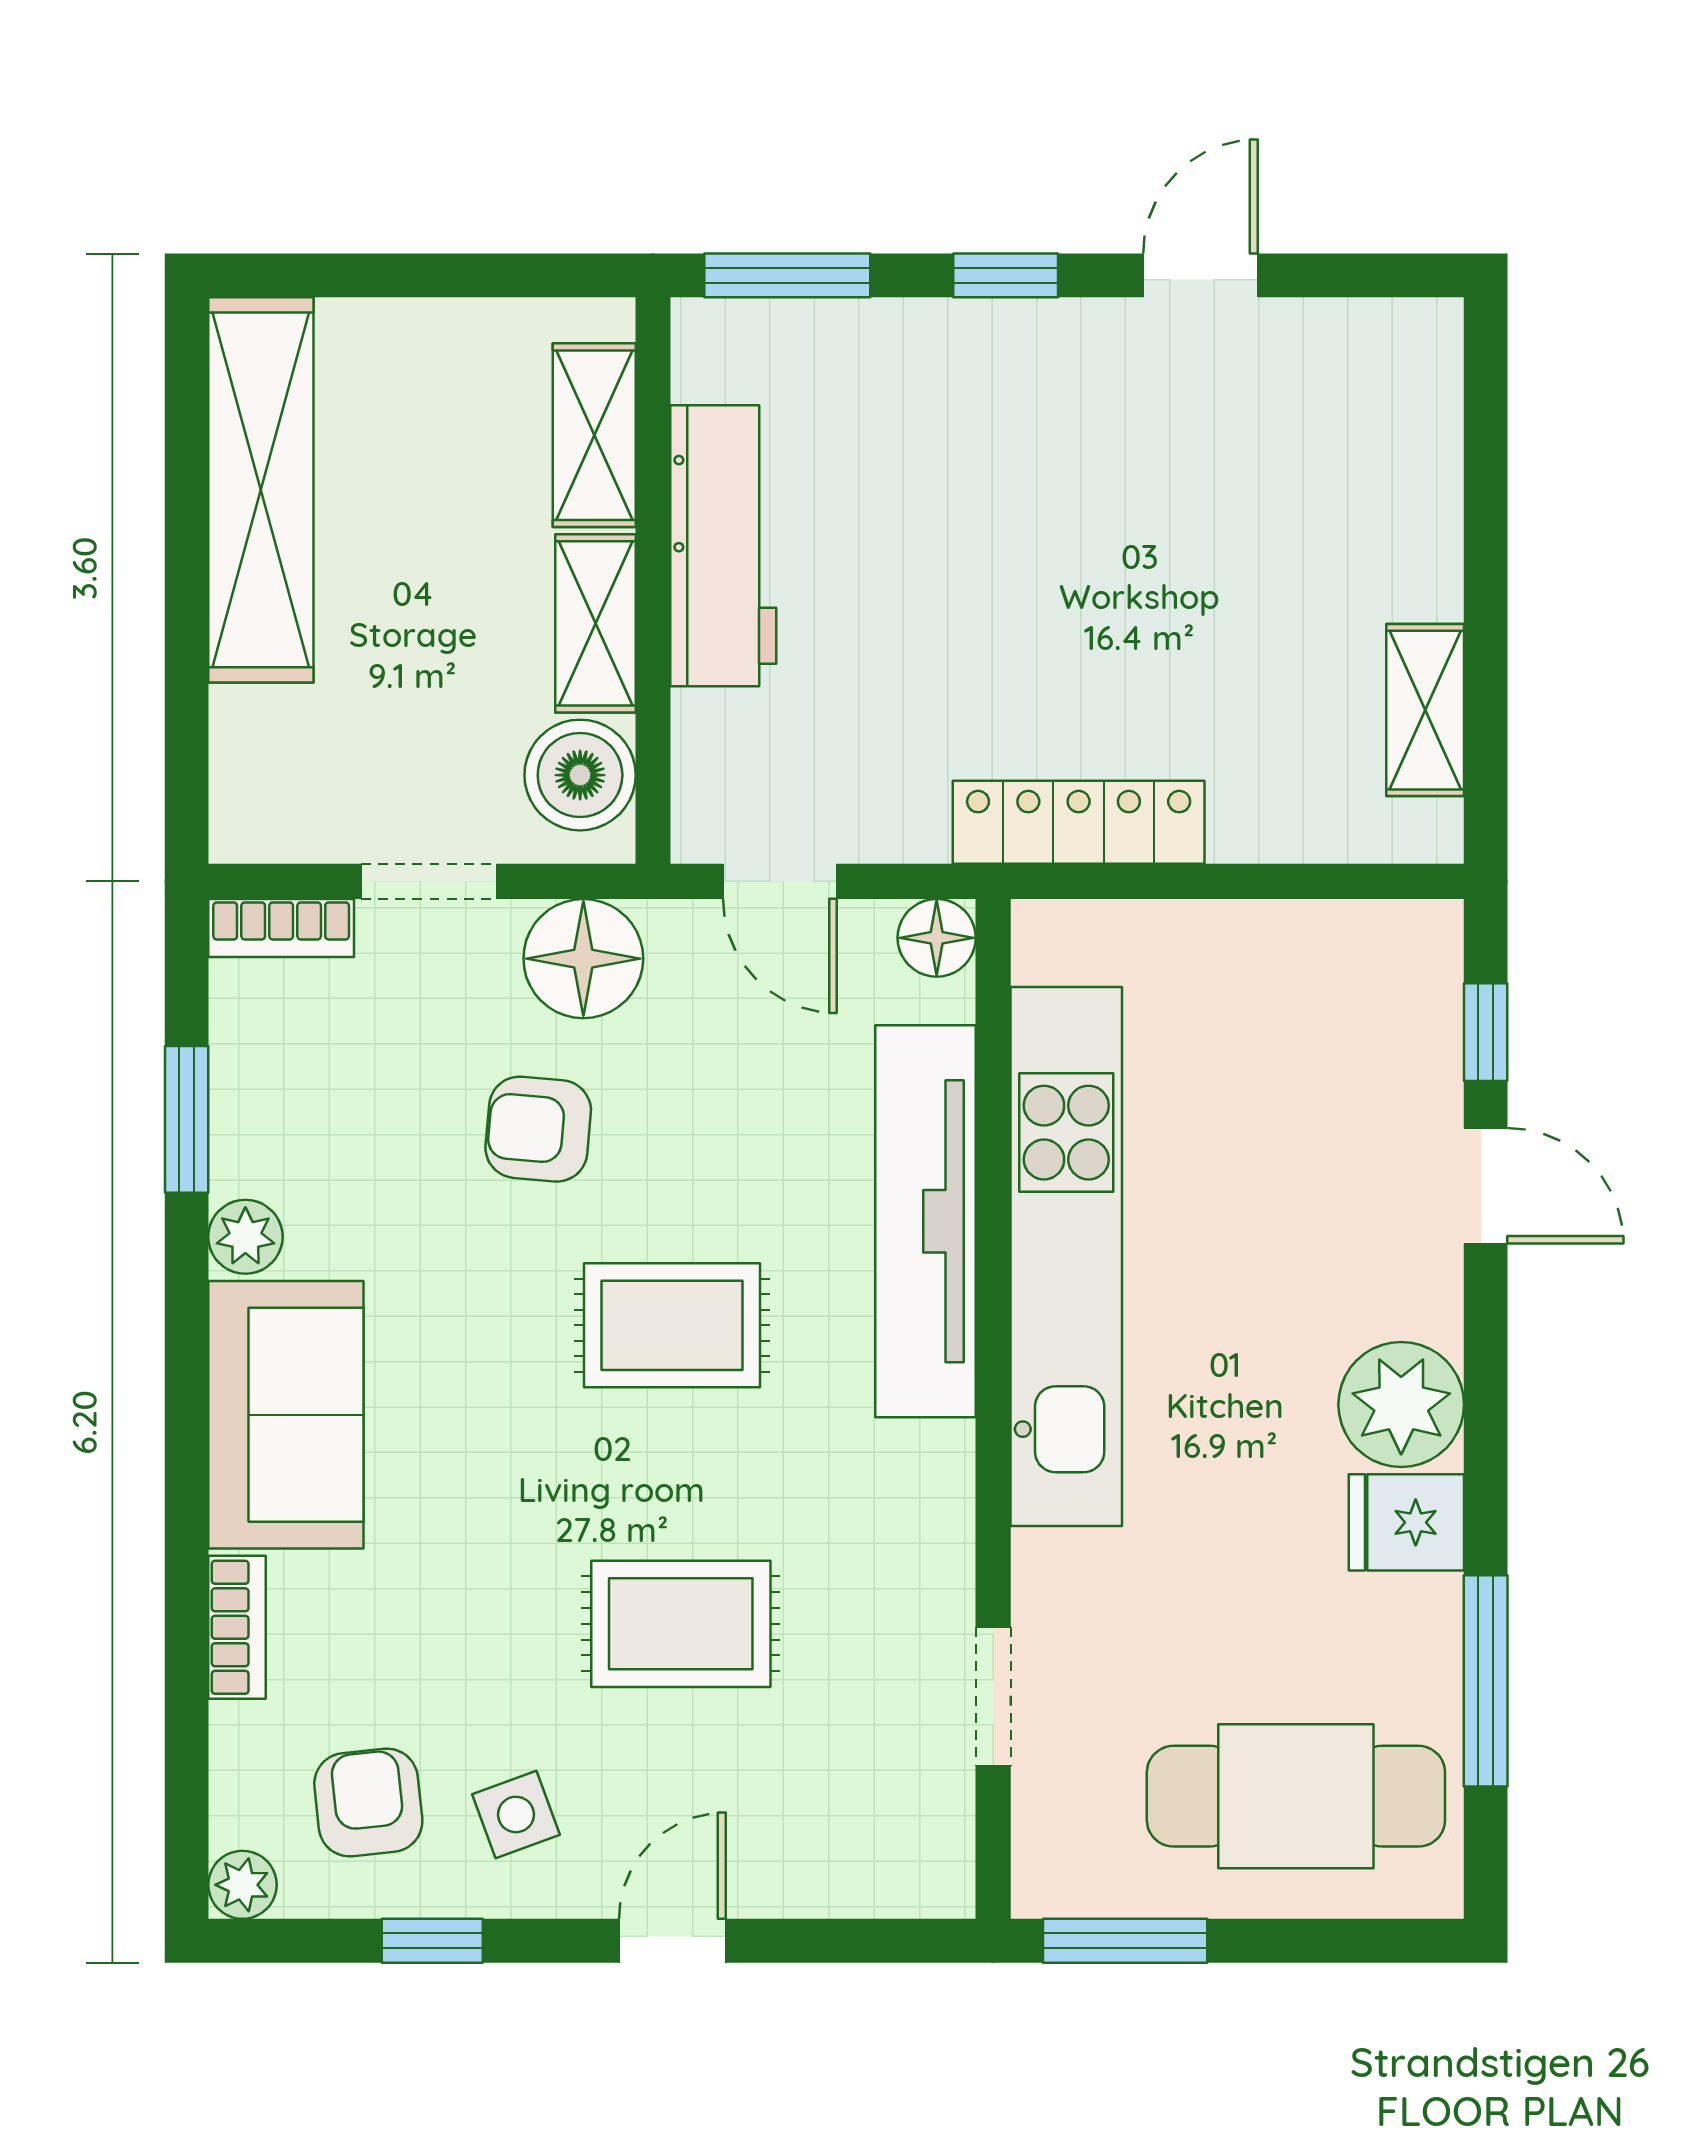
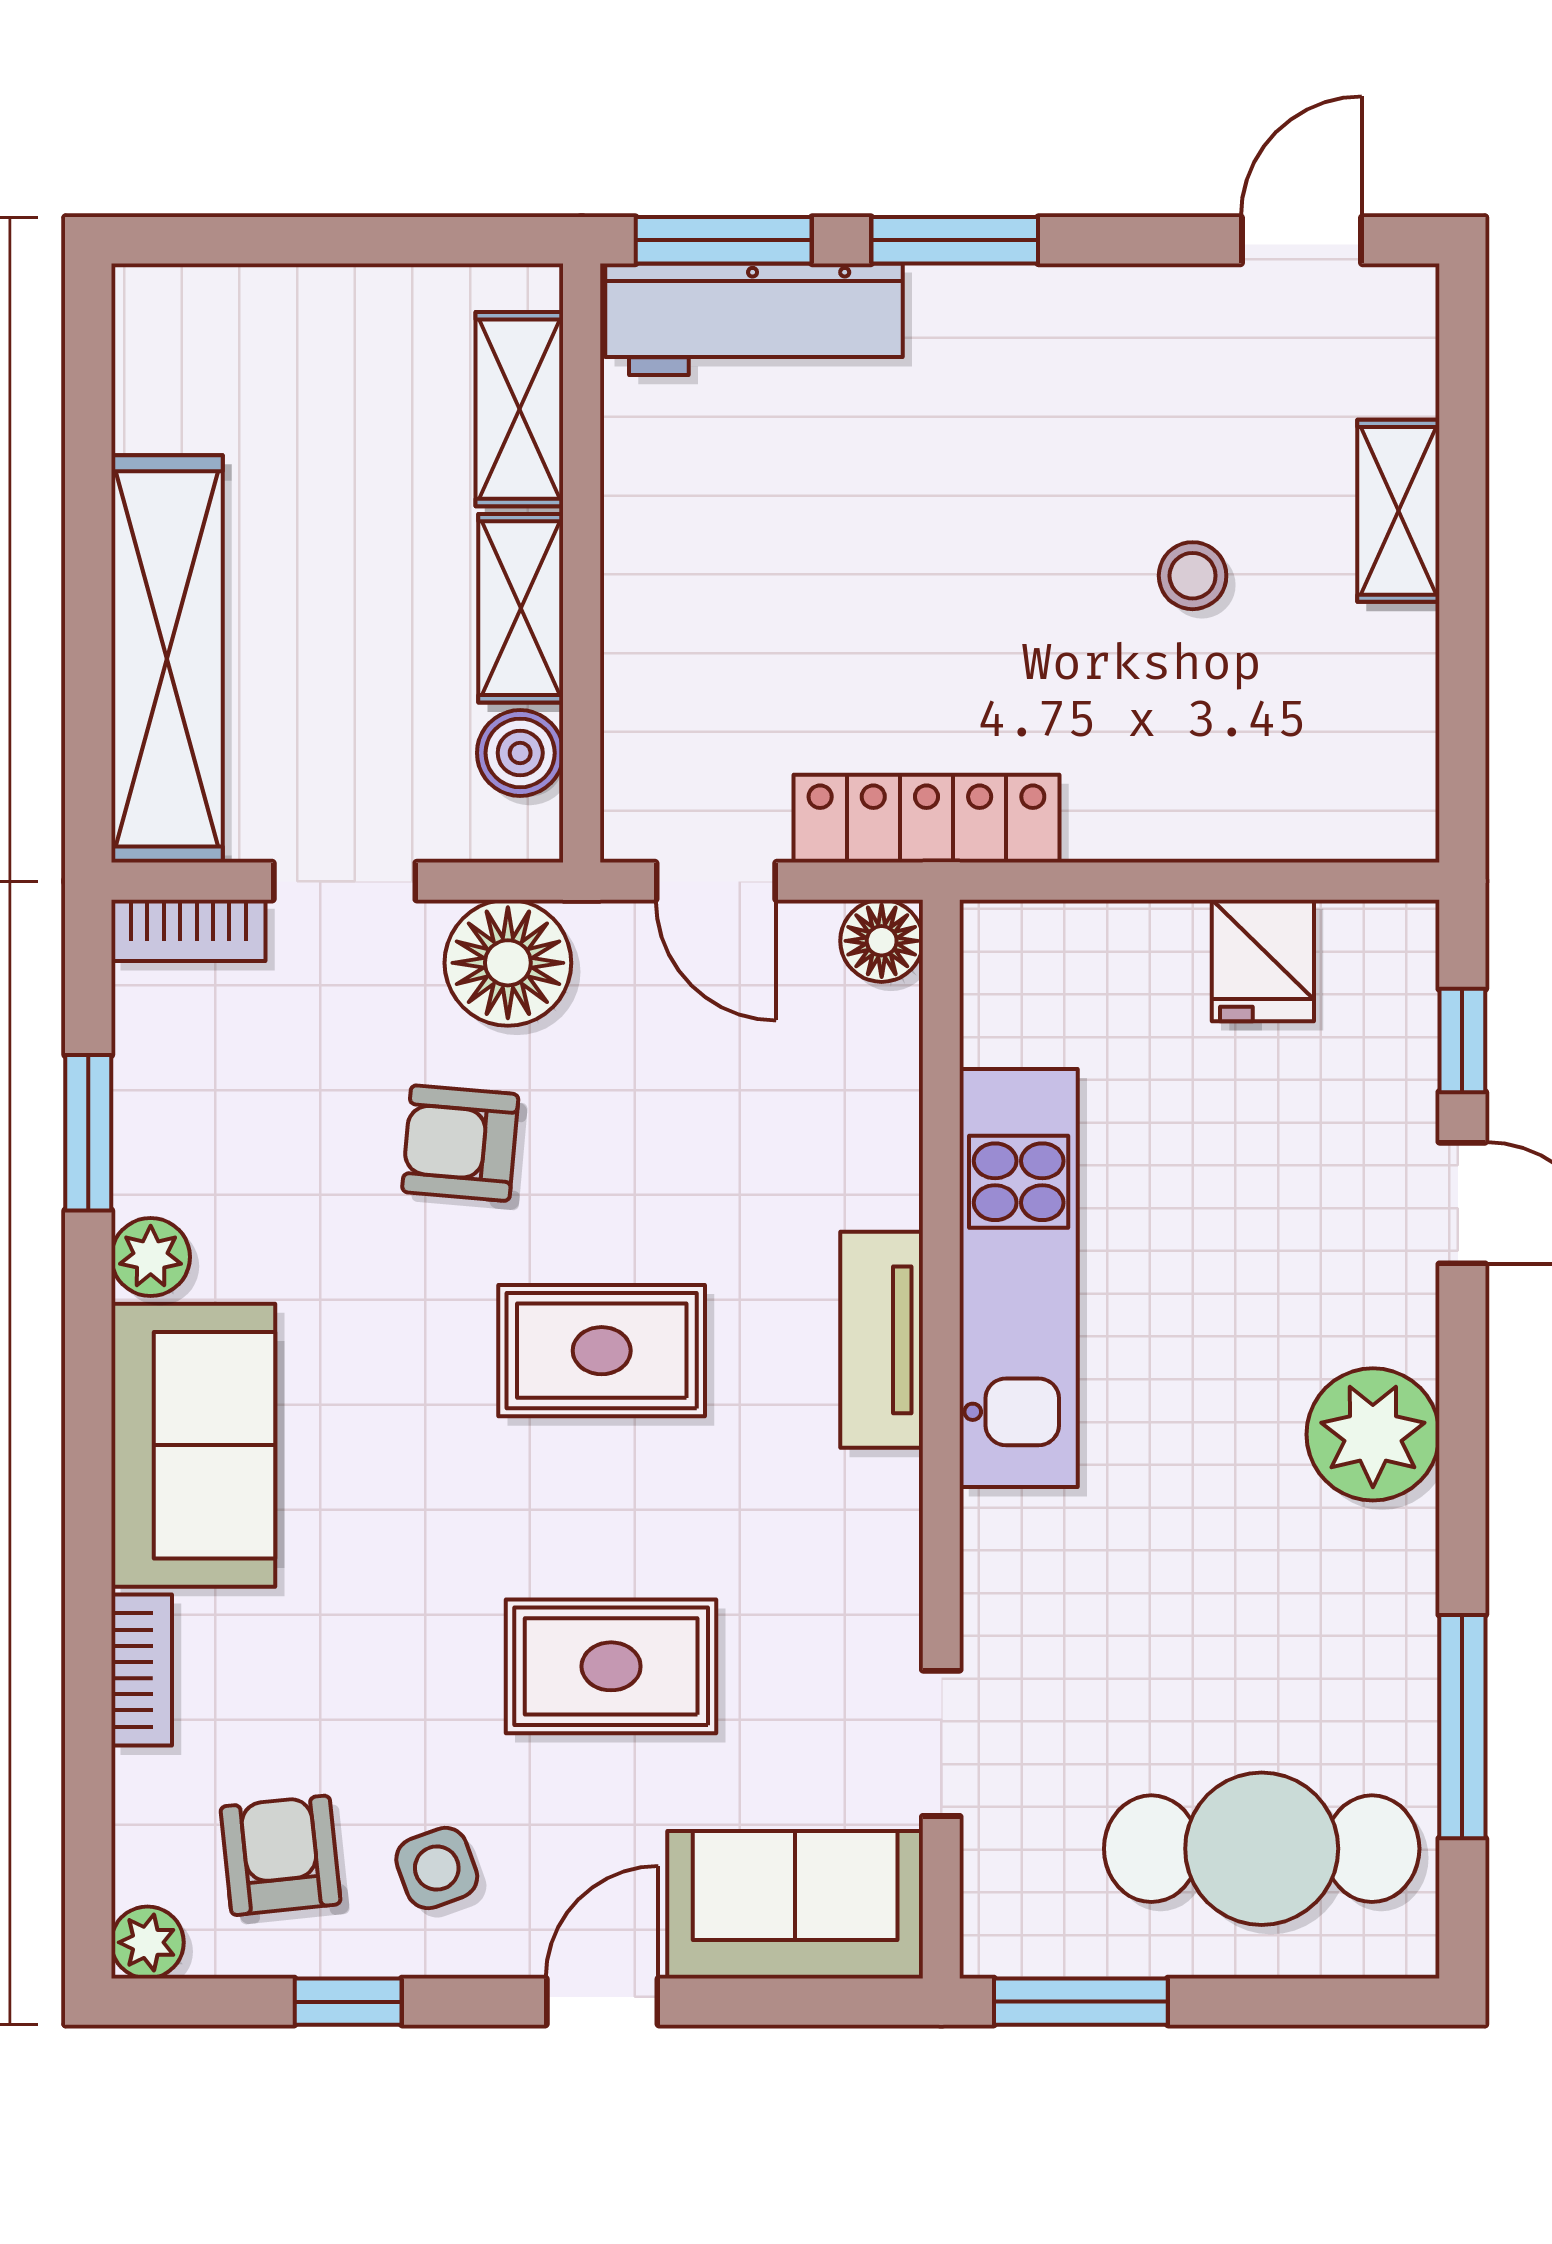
window: (1006, 275) -> (955, 240), width x1.50
door: (1200, 275) -> (1301, 240), moved
shelving: (261, 490) -> (167, 659), moved
workbench: (723, 546) -> (754, 319), moved, turned 90
stool: (1231, 593) -> (1193, 576), added
shelving: (1425, 710) -> (1398, 511), moved
boiler: (580, 775) -> (520, 753), width x0.73, depth x0.73
locker: (1079, 822) -> (926, 819), moved
tv unit: (925, 1221) -> (882, 1340), width x0.52, depth x0.78
kitchen unit: (1066, 1257) -> (1019, 1278), width x0.73
fridge: (1406, 1522) -> (1263, 960), moved, turned -90
sofa: (855, 1849) -> (795, 1905), added

